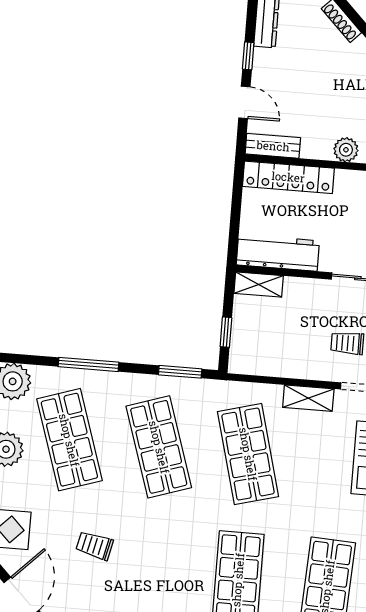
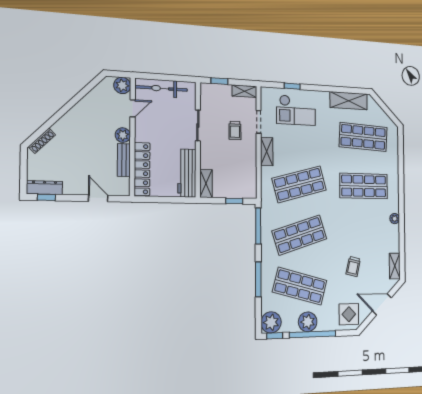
window: (248, 56) -> (46, 197), moved
door: (244, 102) -> (98, 198), hinge flipped
bench: (273, 146) -> (124, 160), moved
window: (180, 372) -> (258, 226), width x1.44
shop shelf: (69, 440) -> (300, 286), turned 33

